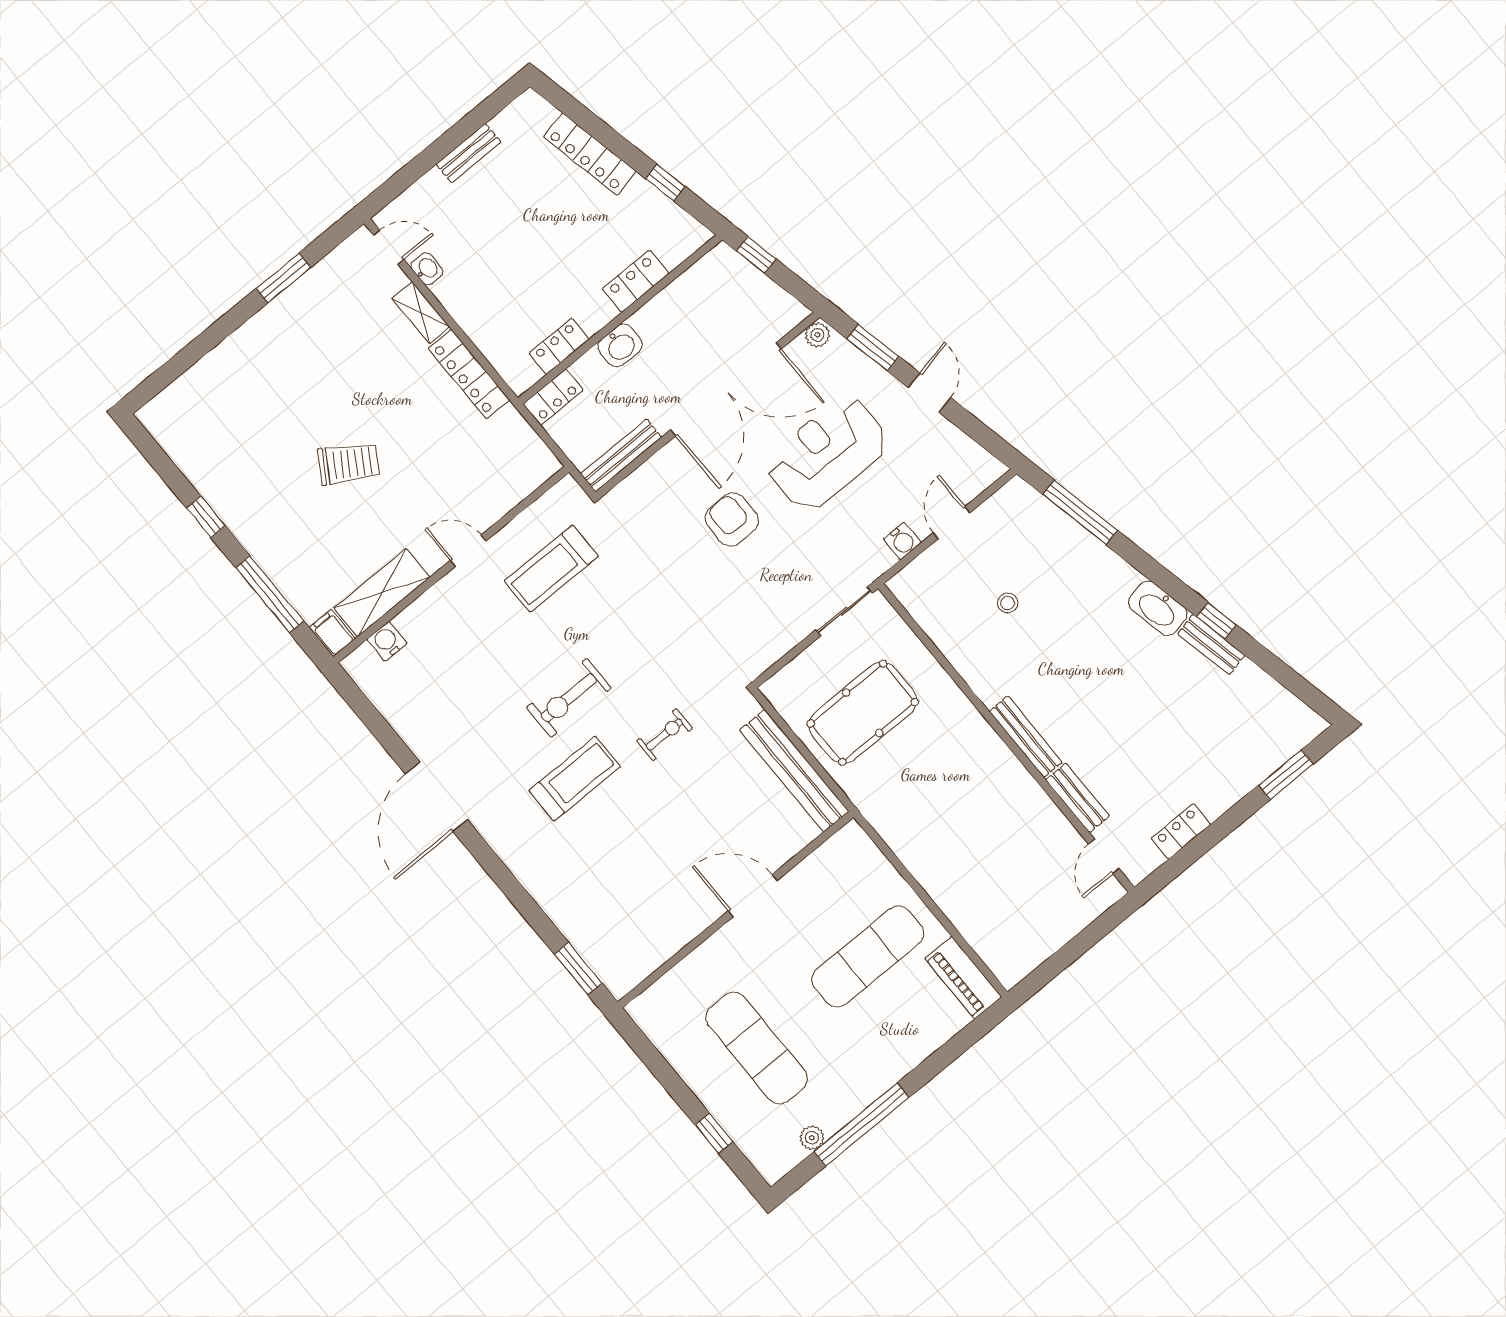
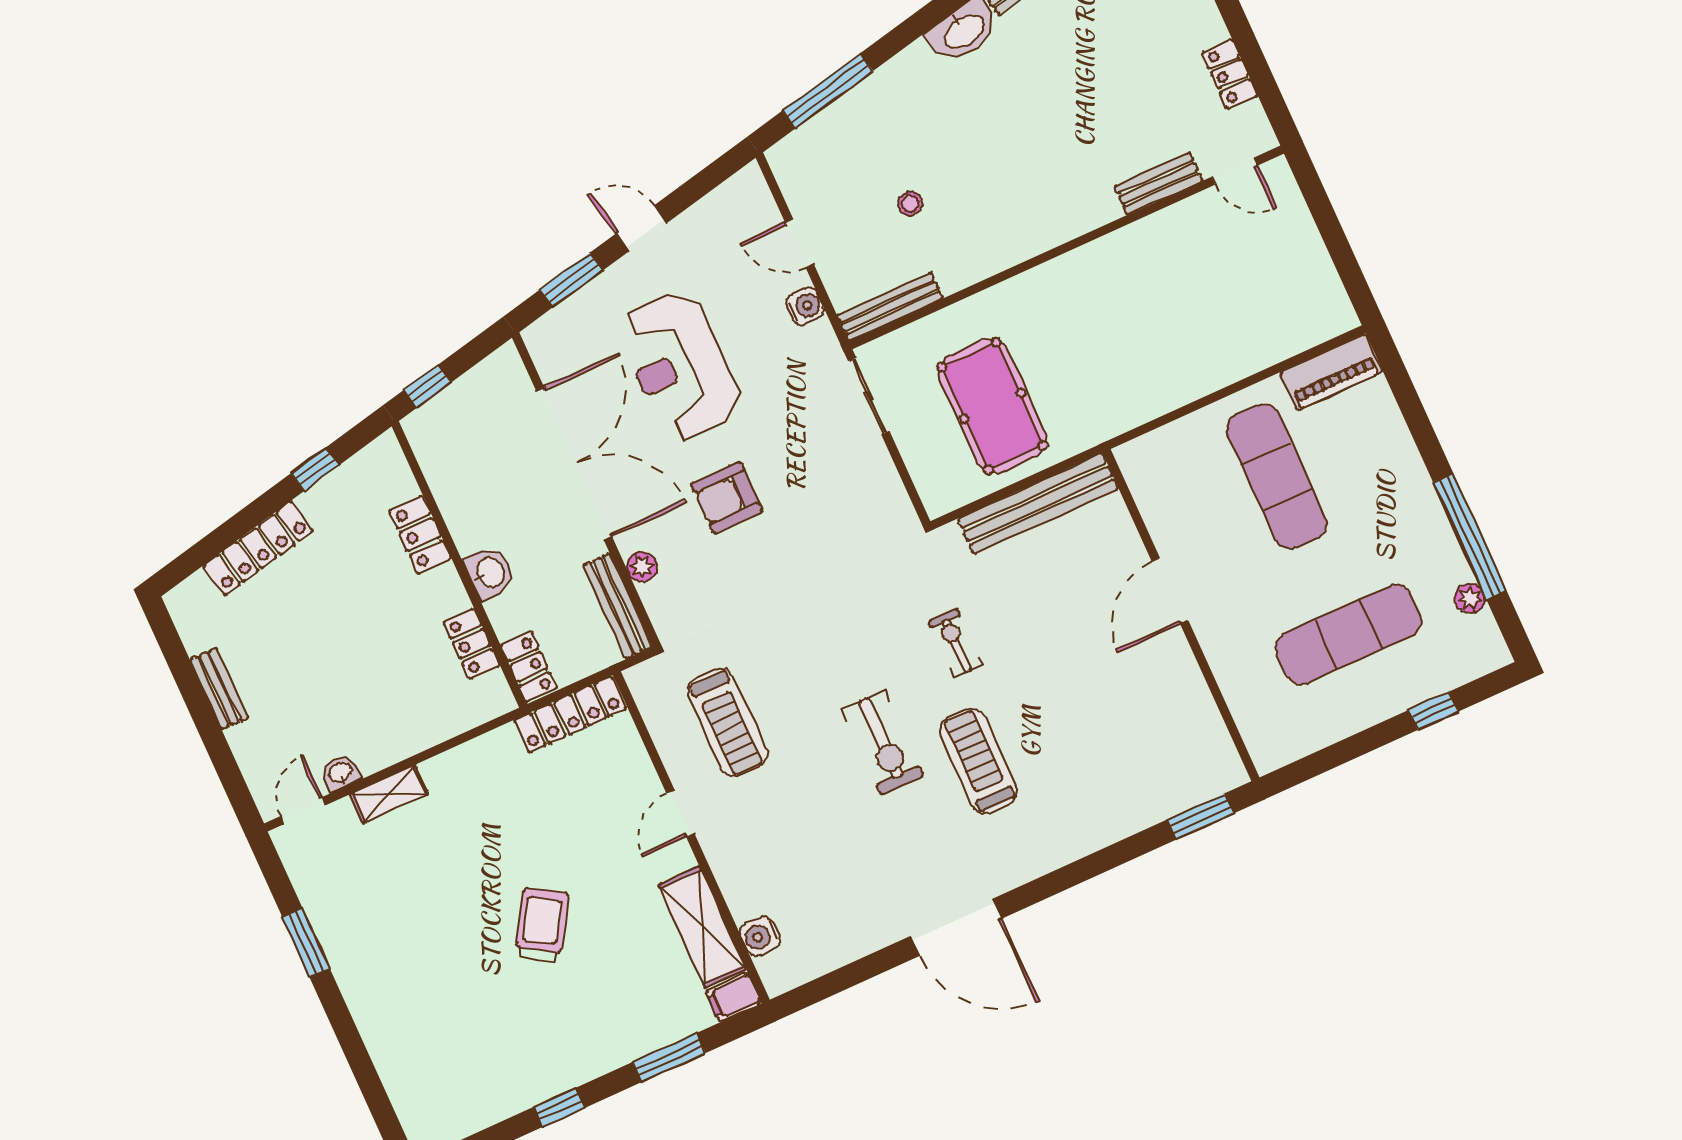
plant: (817, 335) -> (642, 567), moved
locker: (469, 374) -> (570, 714), moved
window: (270, 594) -> (669, 1058), width x0.69
bench: (1026, 737) -> (890, 307), moved

